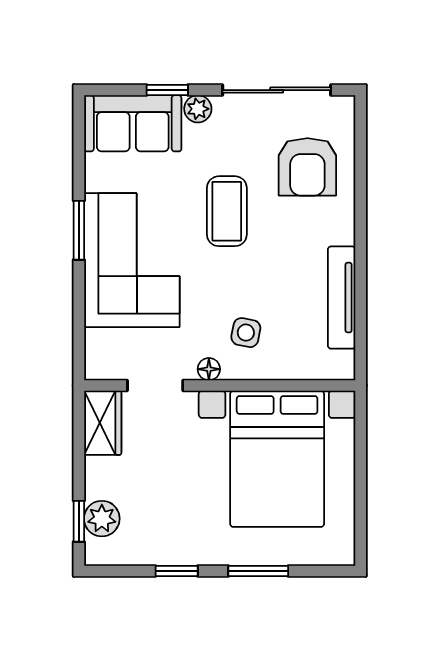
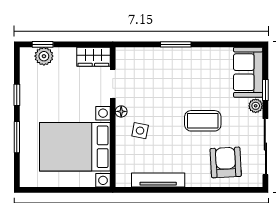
armchair: (307, 167) -> (226, 162), turned 87
window: (79, 230) -> (176, 44), moved
corner sofa: (132, 260) -> (177, 72), removed

